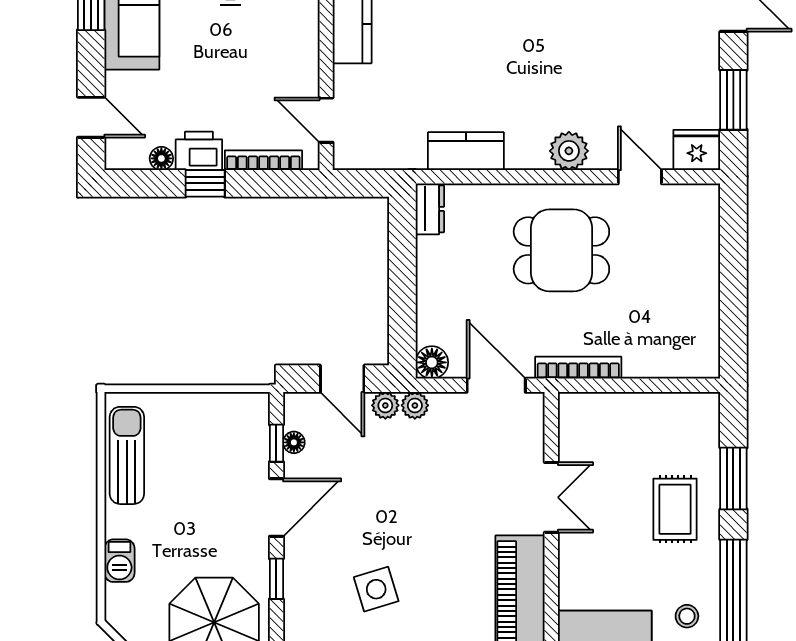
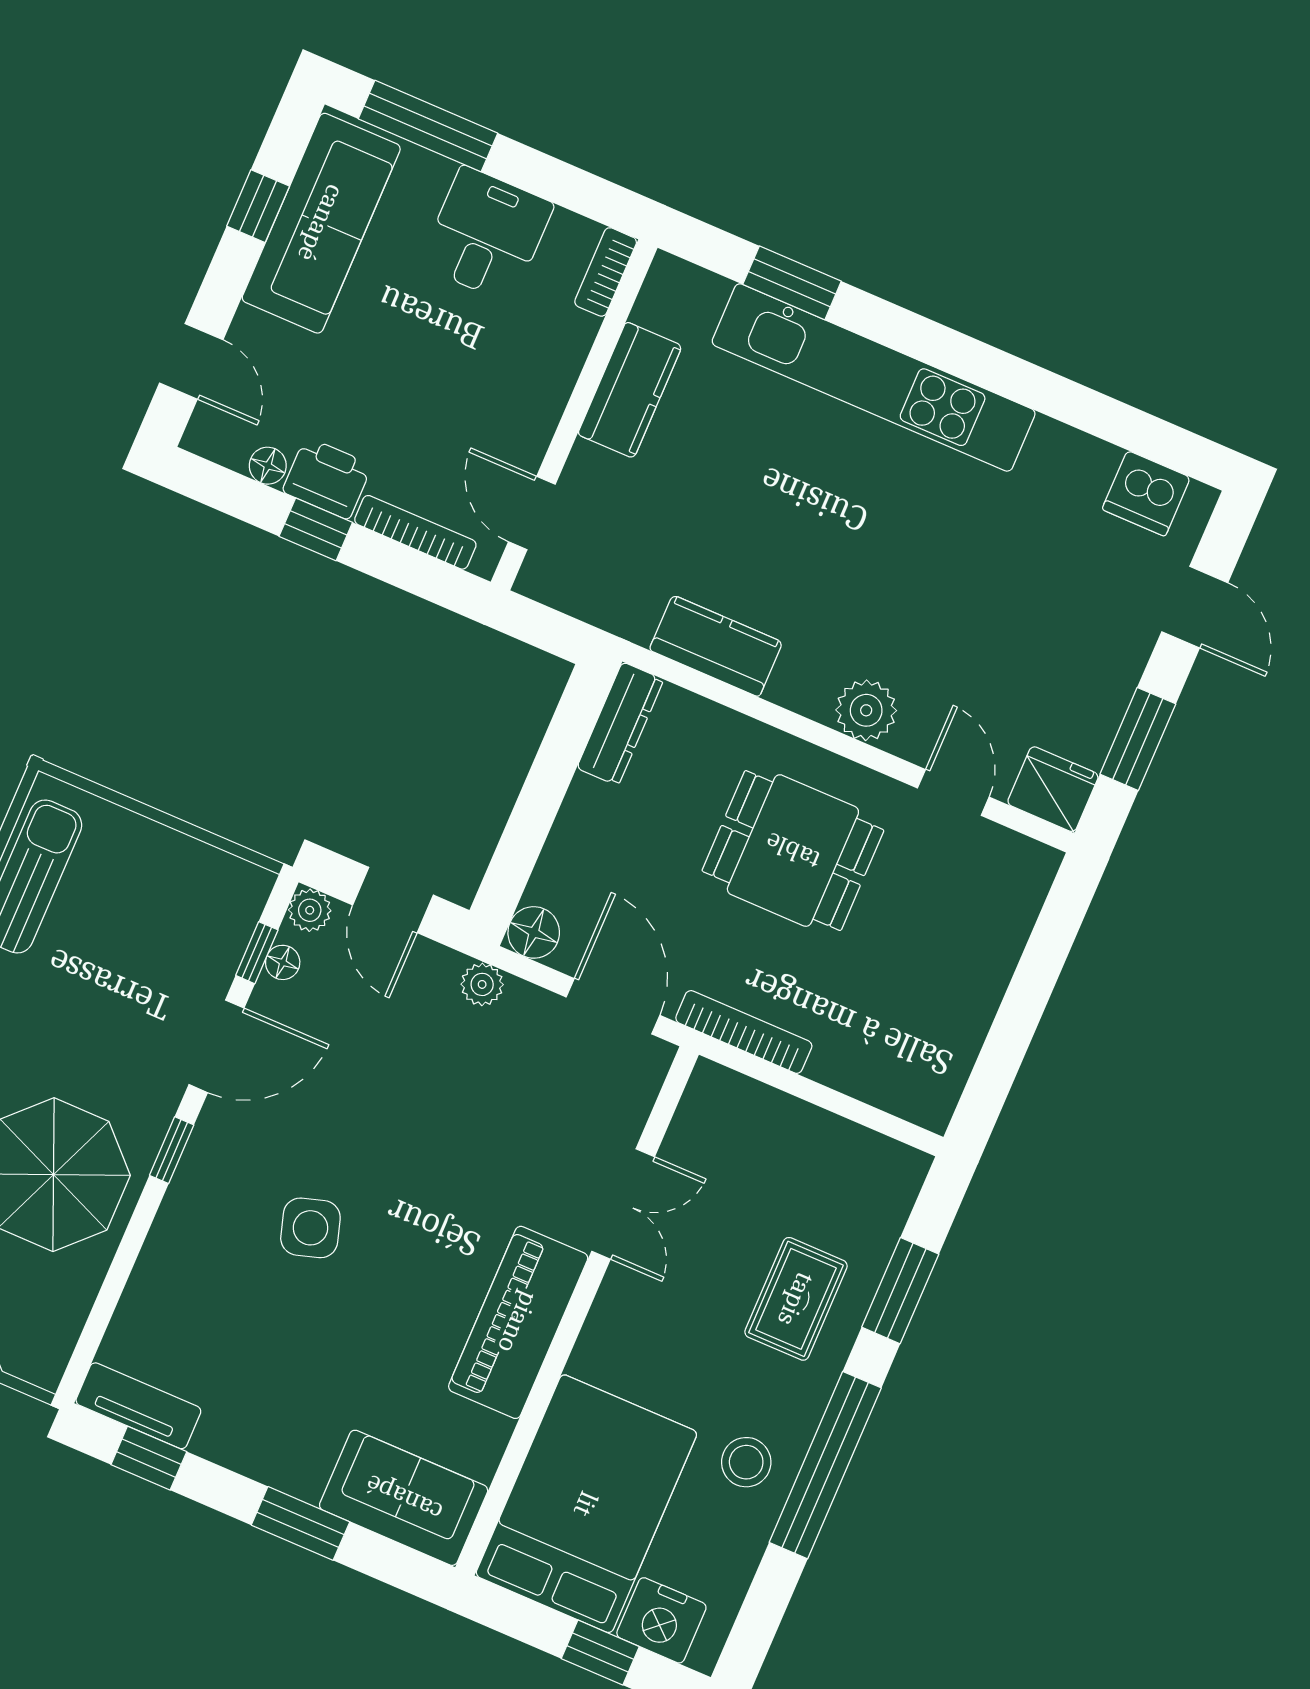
dresser: (430, 209) -> (620, 724), width x1.44
plant: (385, 405) -> (310, 910), moved
stool: (687, 616) -> (746, 1462), width x1.37, depth x1.37

